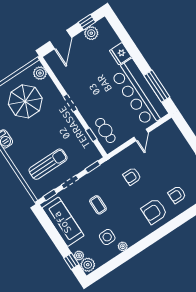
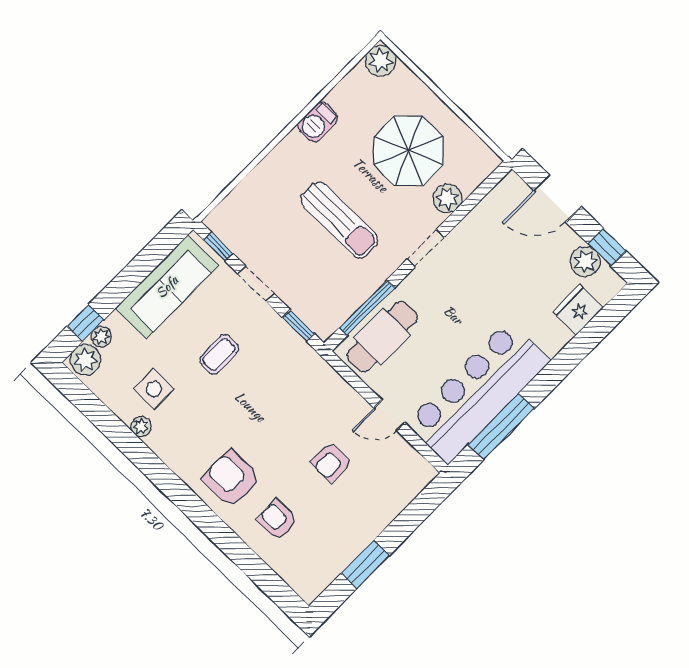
fridge: (120, 54) -> (578, 310), moved
plant: (40, 73) -> (447, 198), moved
cafe table: (105, 130) -> (382, 336), width x1.37, depth x1.35
window: (91, 135) -> (367, 308), width x2.17
sun lounger: (48, 164) -> (339, 220), moved
armchair: (132, 176) -> (331, 462), moved, turned -90

